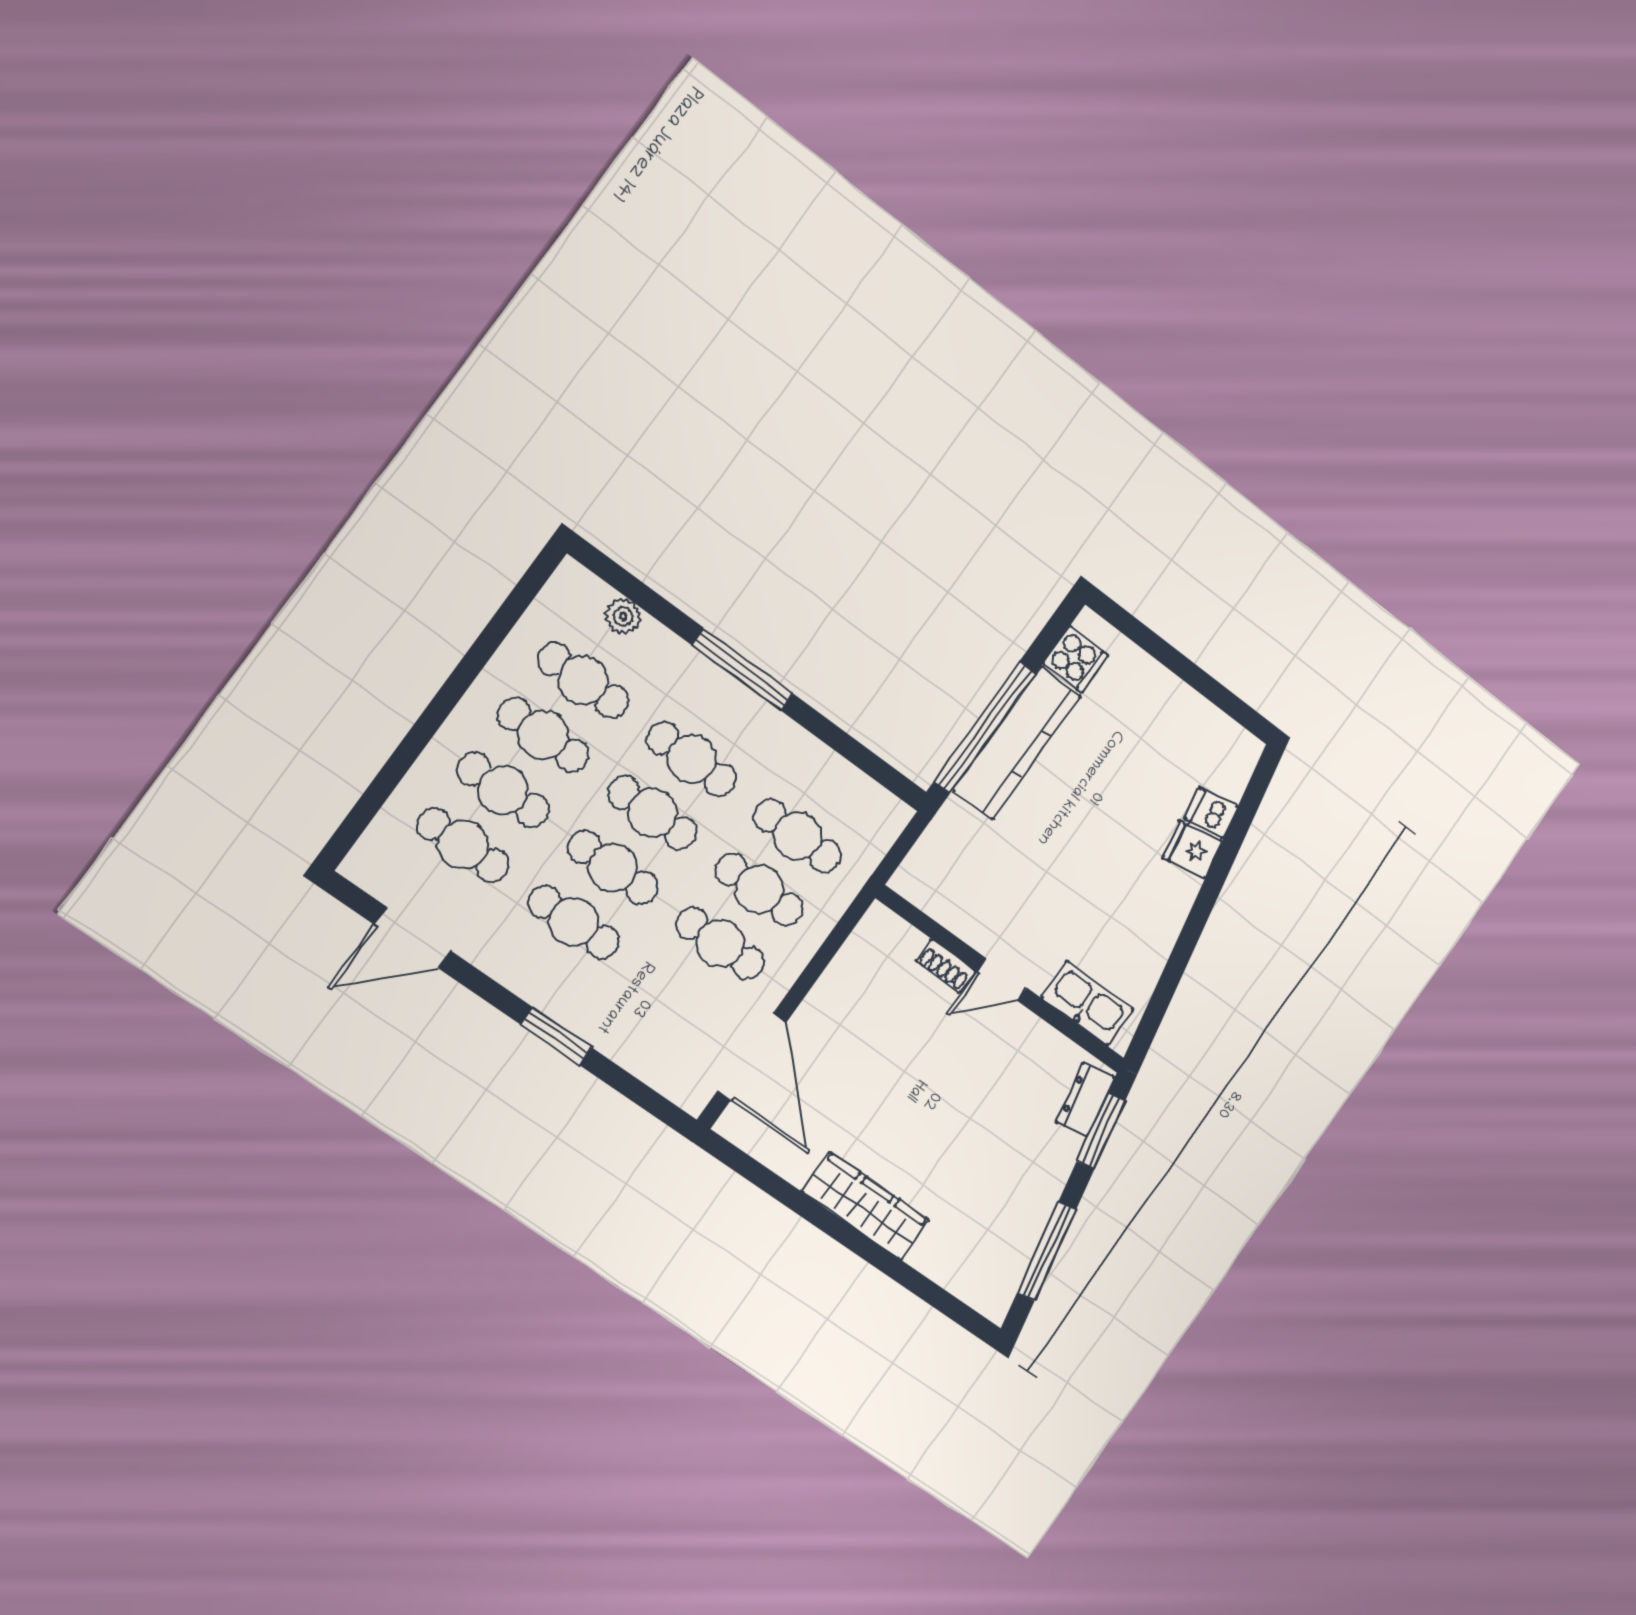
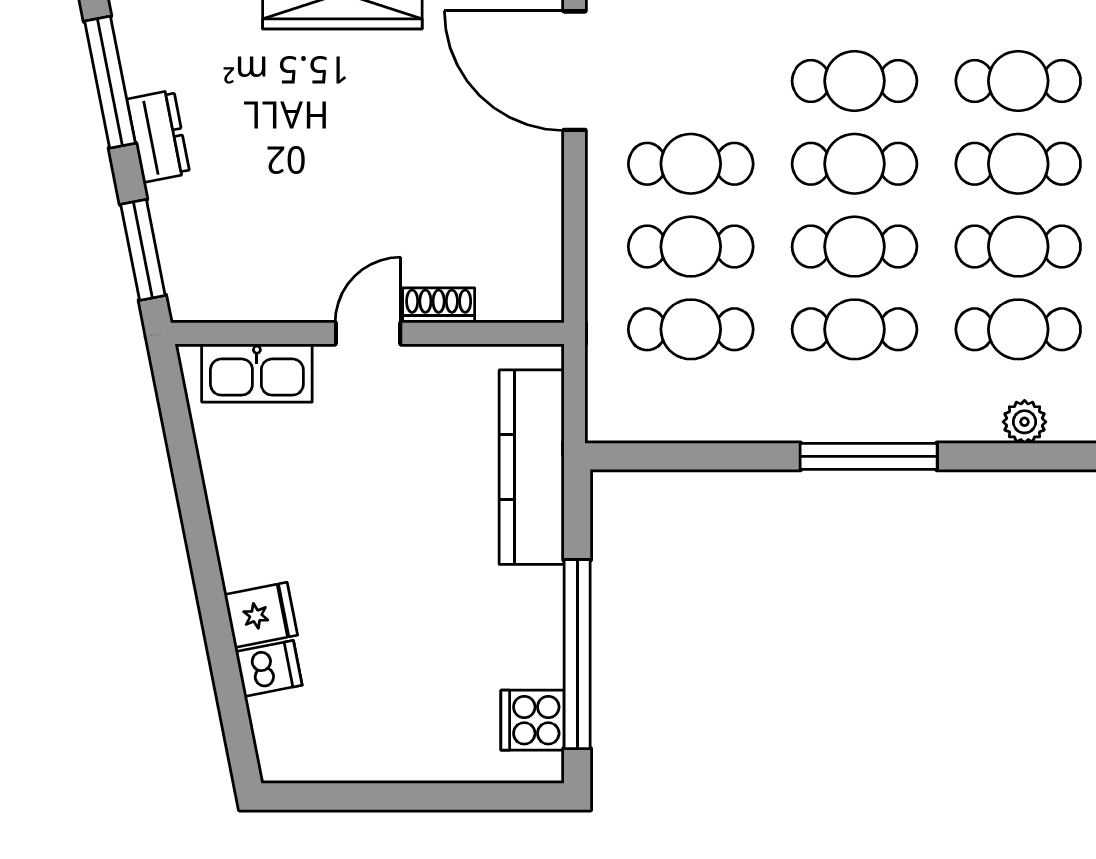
window: (985, 727) -> (577, 654), moved
kitchen counter: (1017, 743) -> (532, 467), moved
dresser: (1085, 1100) -> (158, 136), moved

